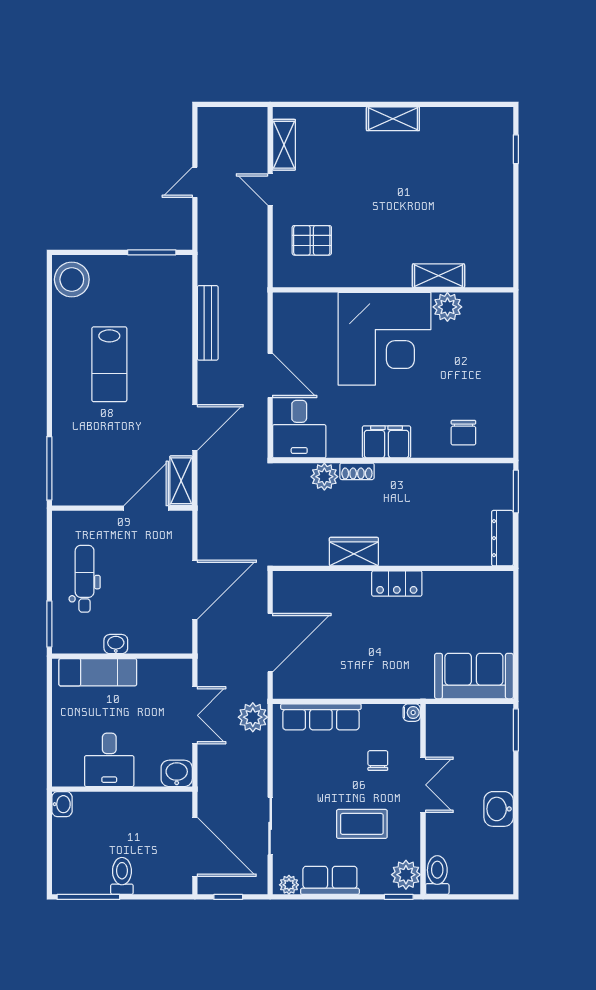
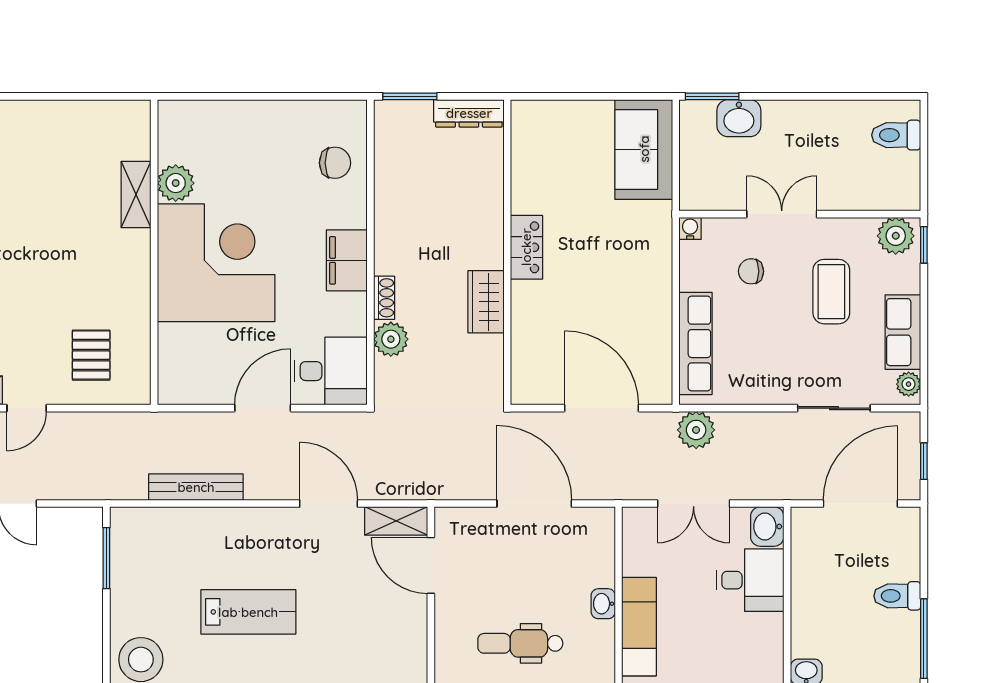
double door: (195, 715) -> (694, 504), swing flipped
desk: (109, 760) -> (750, 580), moved
washbasin: (499, 809) -> (739, 118), moved
toilet: (437, 875) -> (896, 135), moved

